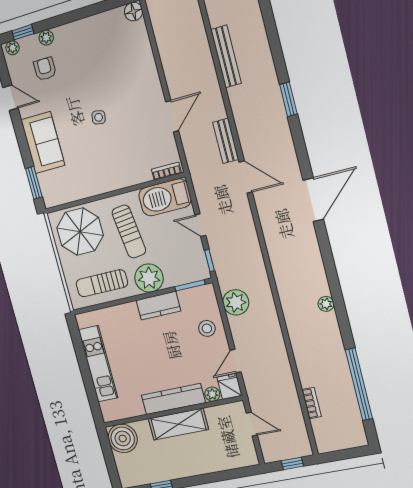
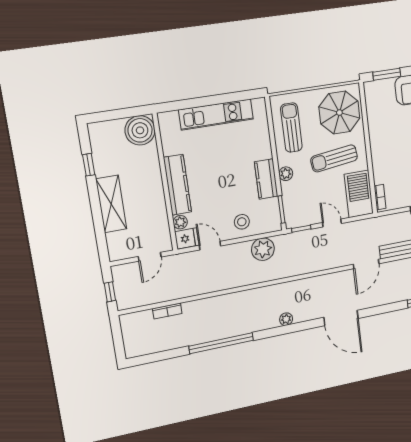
door: (200, 225) -> (332, 223), hinge flipped
plant: (149, 278) -> (286, 174), width x0.53, depth x0.53
plant: (326, 304) -> (286, 319), moved
window: (359, 384) -> (221, 343), moved
shelving: (178, 424) -> (111, 204), moved

